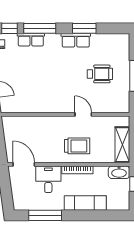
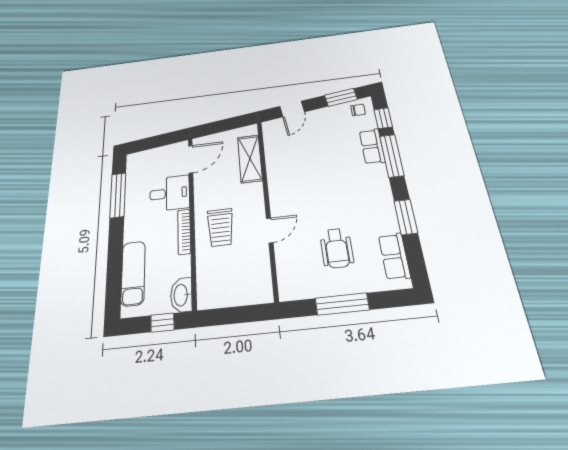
row of seats: (76, 40) -> (394, 256), moved
shelving: (122, 145) -> (250, 159), moved, turned 90
exam couch: (85, 203) -> (133, 273), moved

